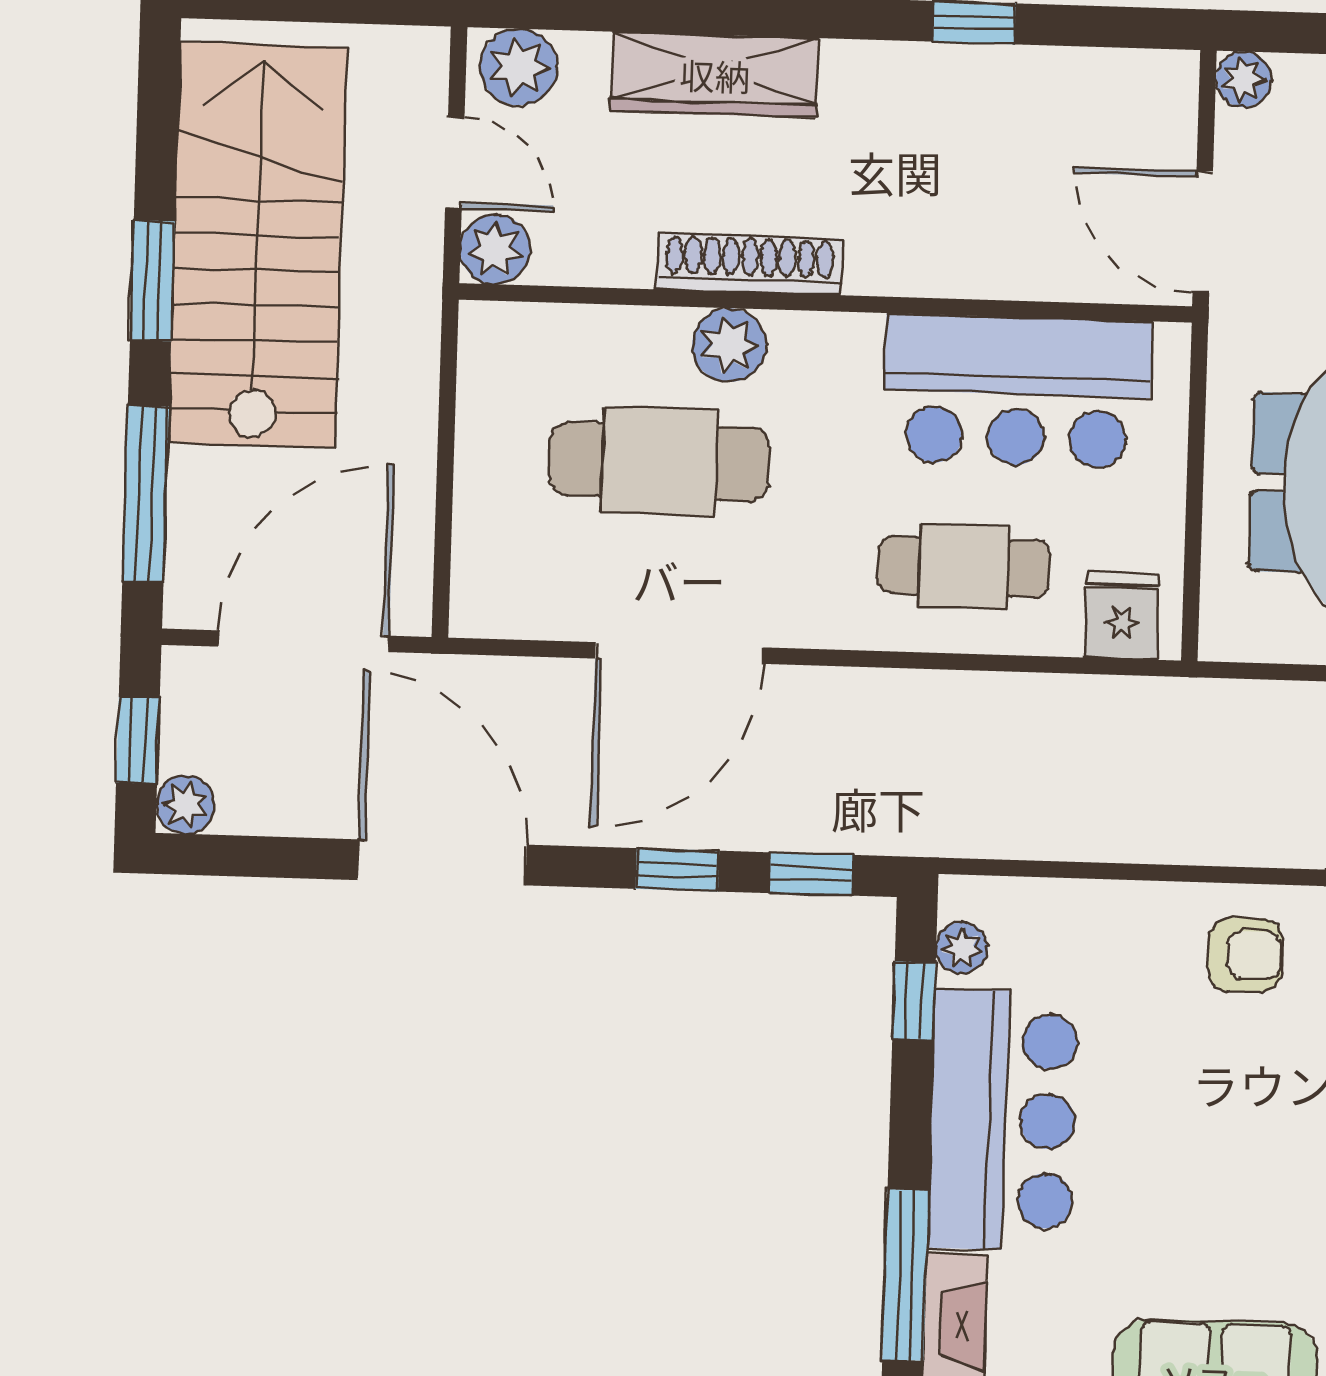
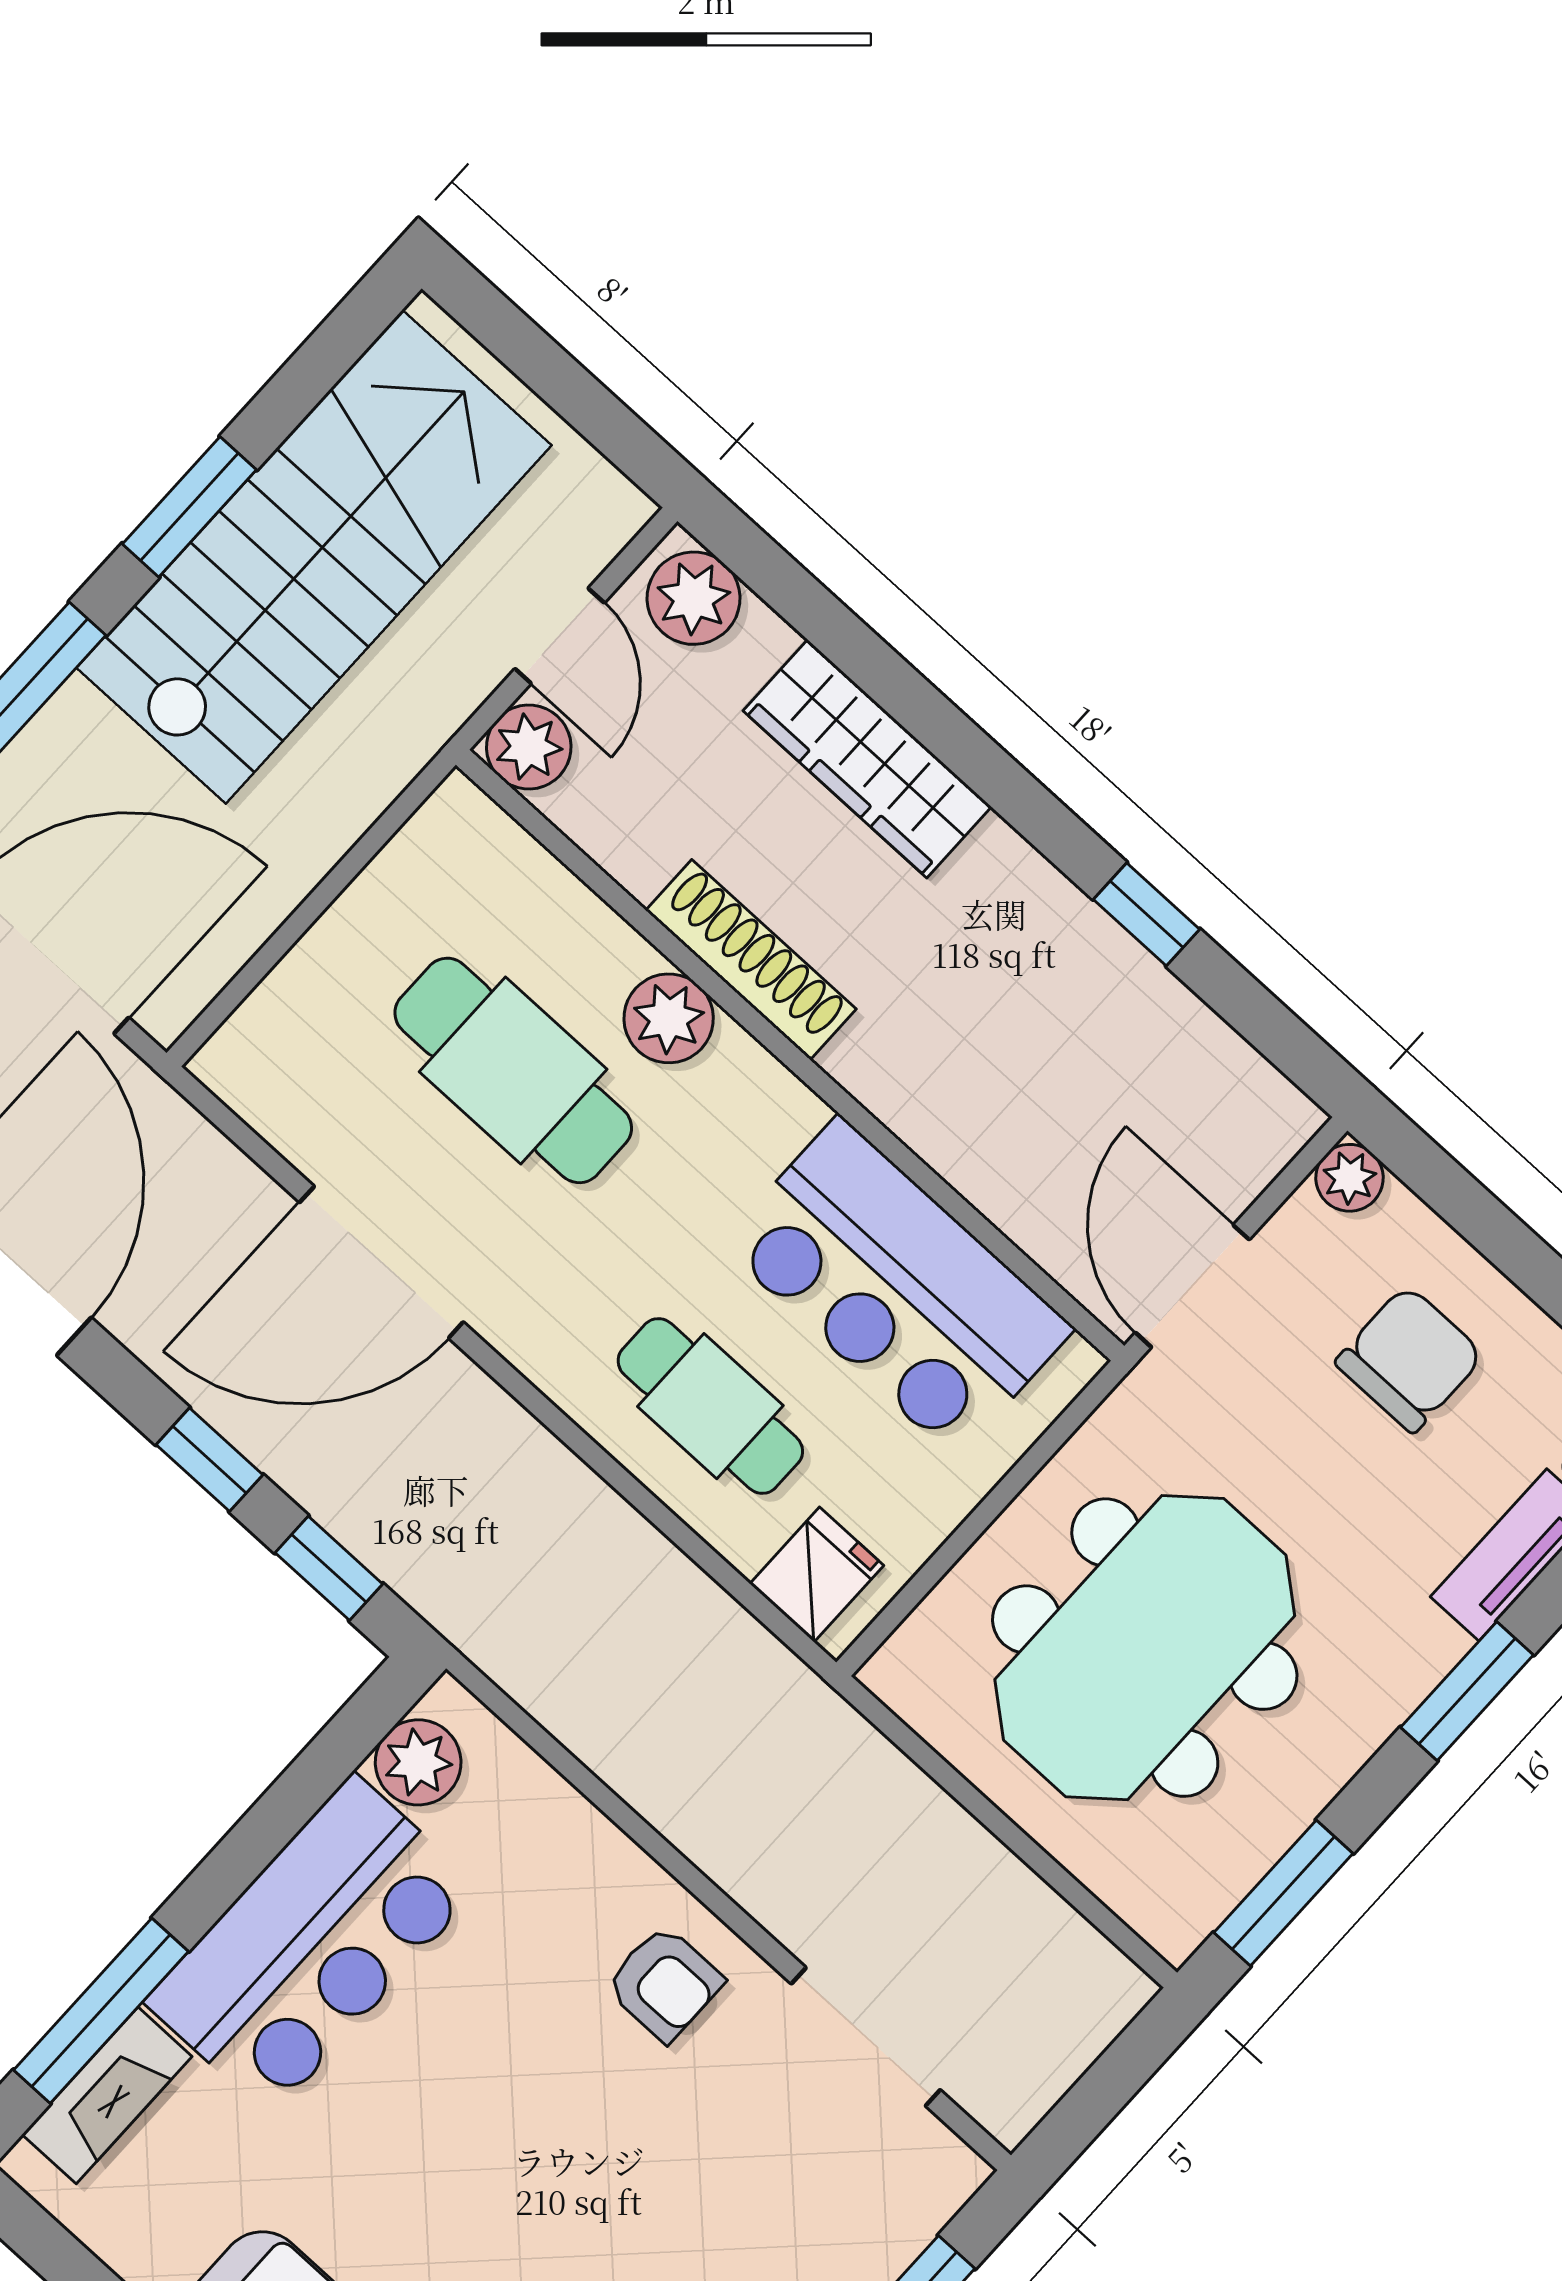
plant: (962, 948) -> (418, 1762), width x1.38, depth x1.38
window: (914, 1001) -> (324, 1765), removed

